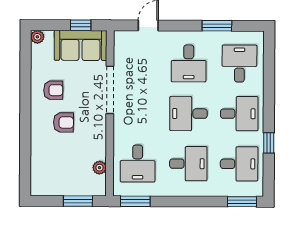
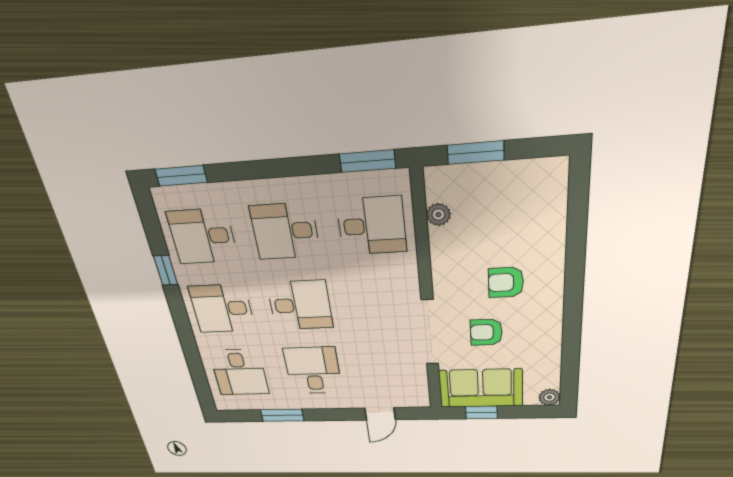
armchair: (53, 90) -> (486, 332), moved
desk: (138, 163) -> (372, 226), turned 90

